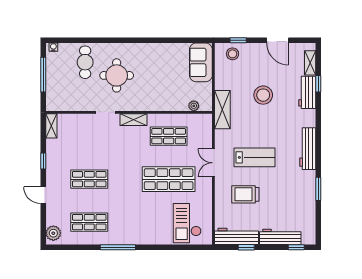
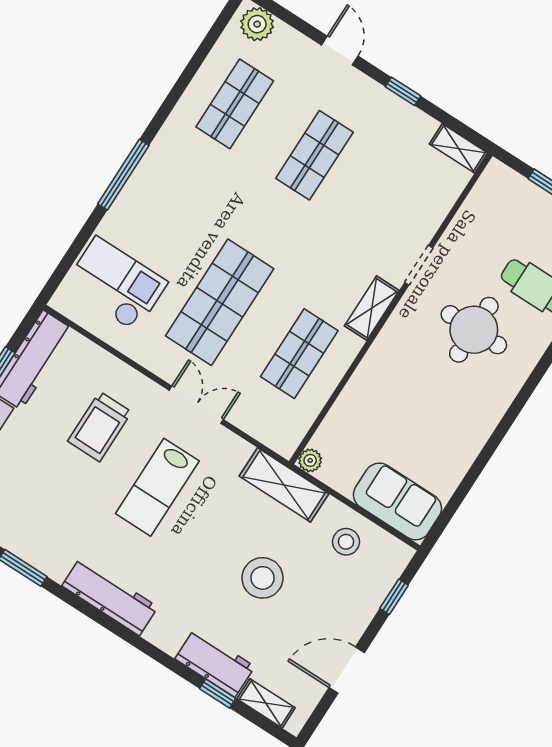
stool: (233, 54) -> (346, 542), moved
plant: (194, 106) -> (310, 460), moved
trolley: (245, 194) -> (100, 427), turned 180
door: (43, 195) -> (340, 51), hinge flipped
window: (118, 247) -> (123, 175), moved

